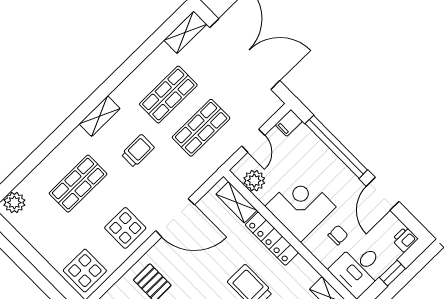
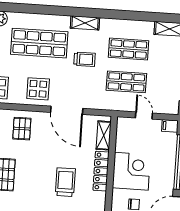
door: (253, 141) -> (144, 115), swing flipped
plant: (254, 181) -> (123, 135), removed
shop shelf: (78, 184) -> (39, 43), width x1.43, depth x1.36

